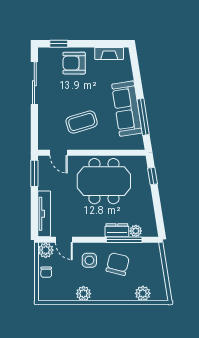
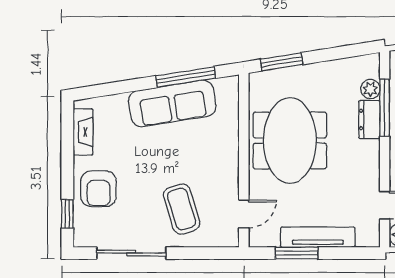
coffee table: (82, 122) -> (182, 209), moved
window: (34, 173) -> (297, 253), moved
window: (152, 176) -> (282, 62), width x1.50
tv unit: (44, 214) -> (318, 237), moved

